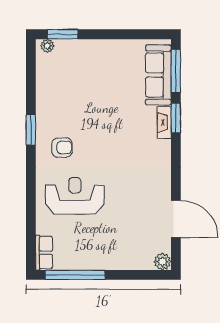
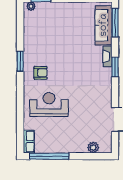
window: (176, 118) -> (115, 67), moved
plant: (163, 262) -> (93, 147), moved

